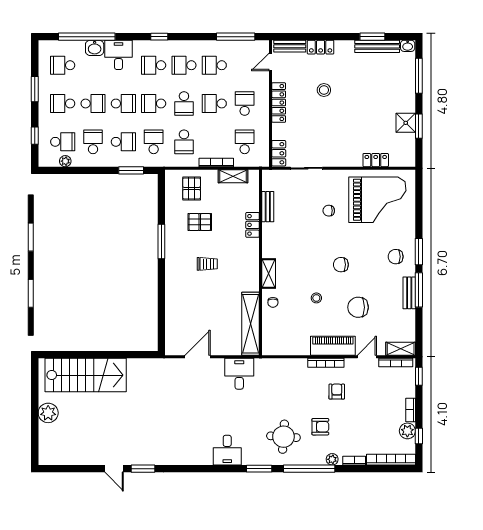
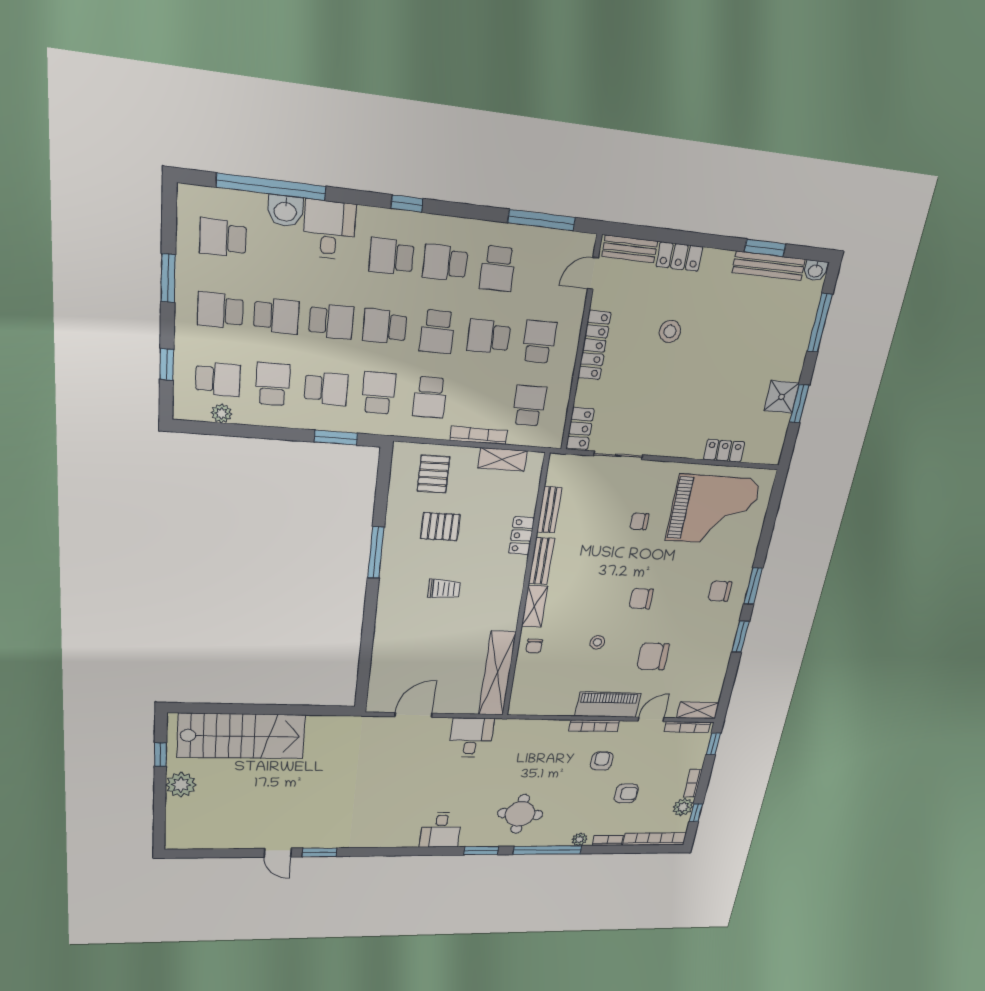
school desk: (214, 65) -> (498, 269), turned -90
window: (419, 290) -> (740, 637), width x0.69
bench: (409, 293) -> (541, 561), moved
window: (35, 390) -> (160, 755), added
armchair: (320, 427) -> (626, 793), moved

